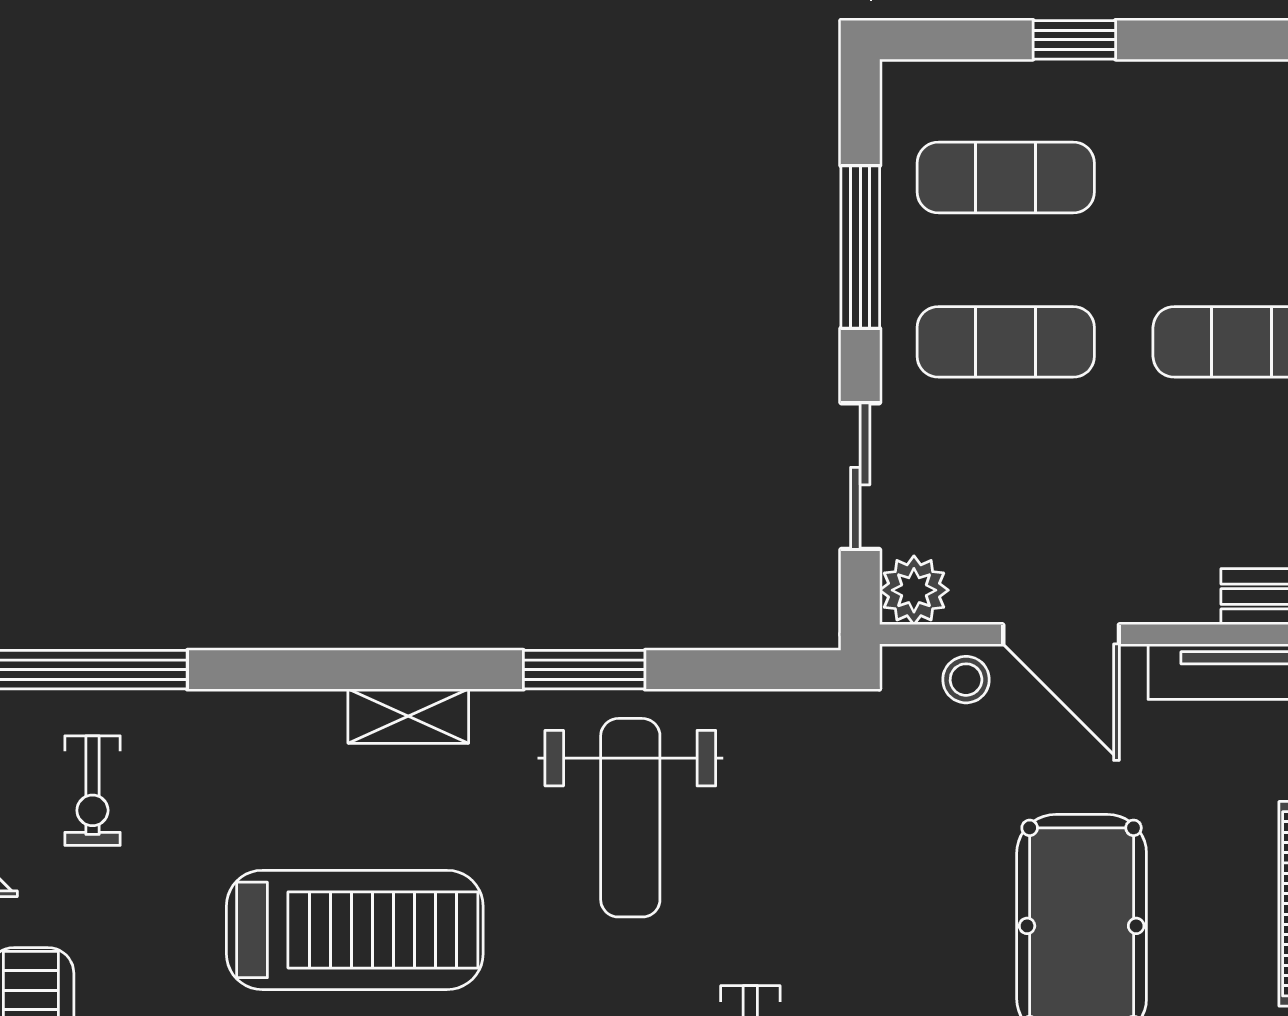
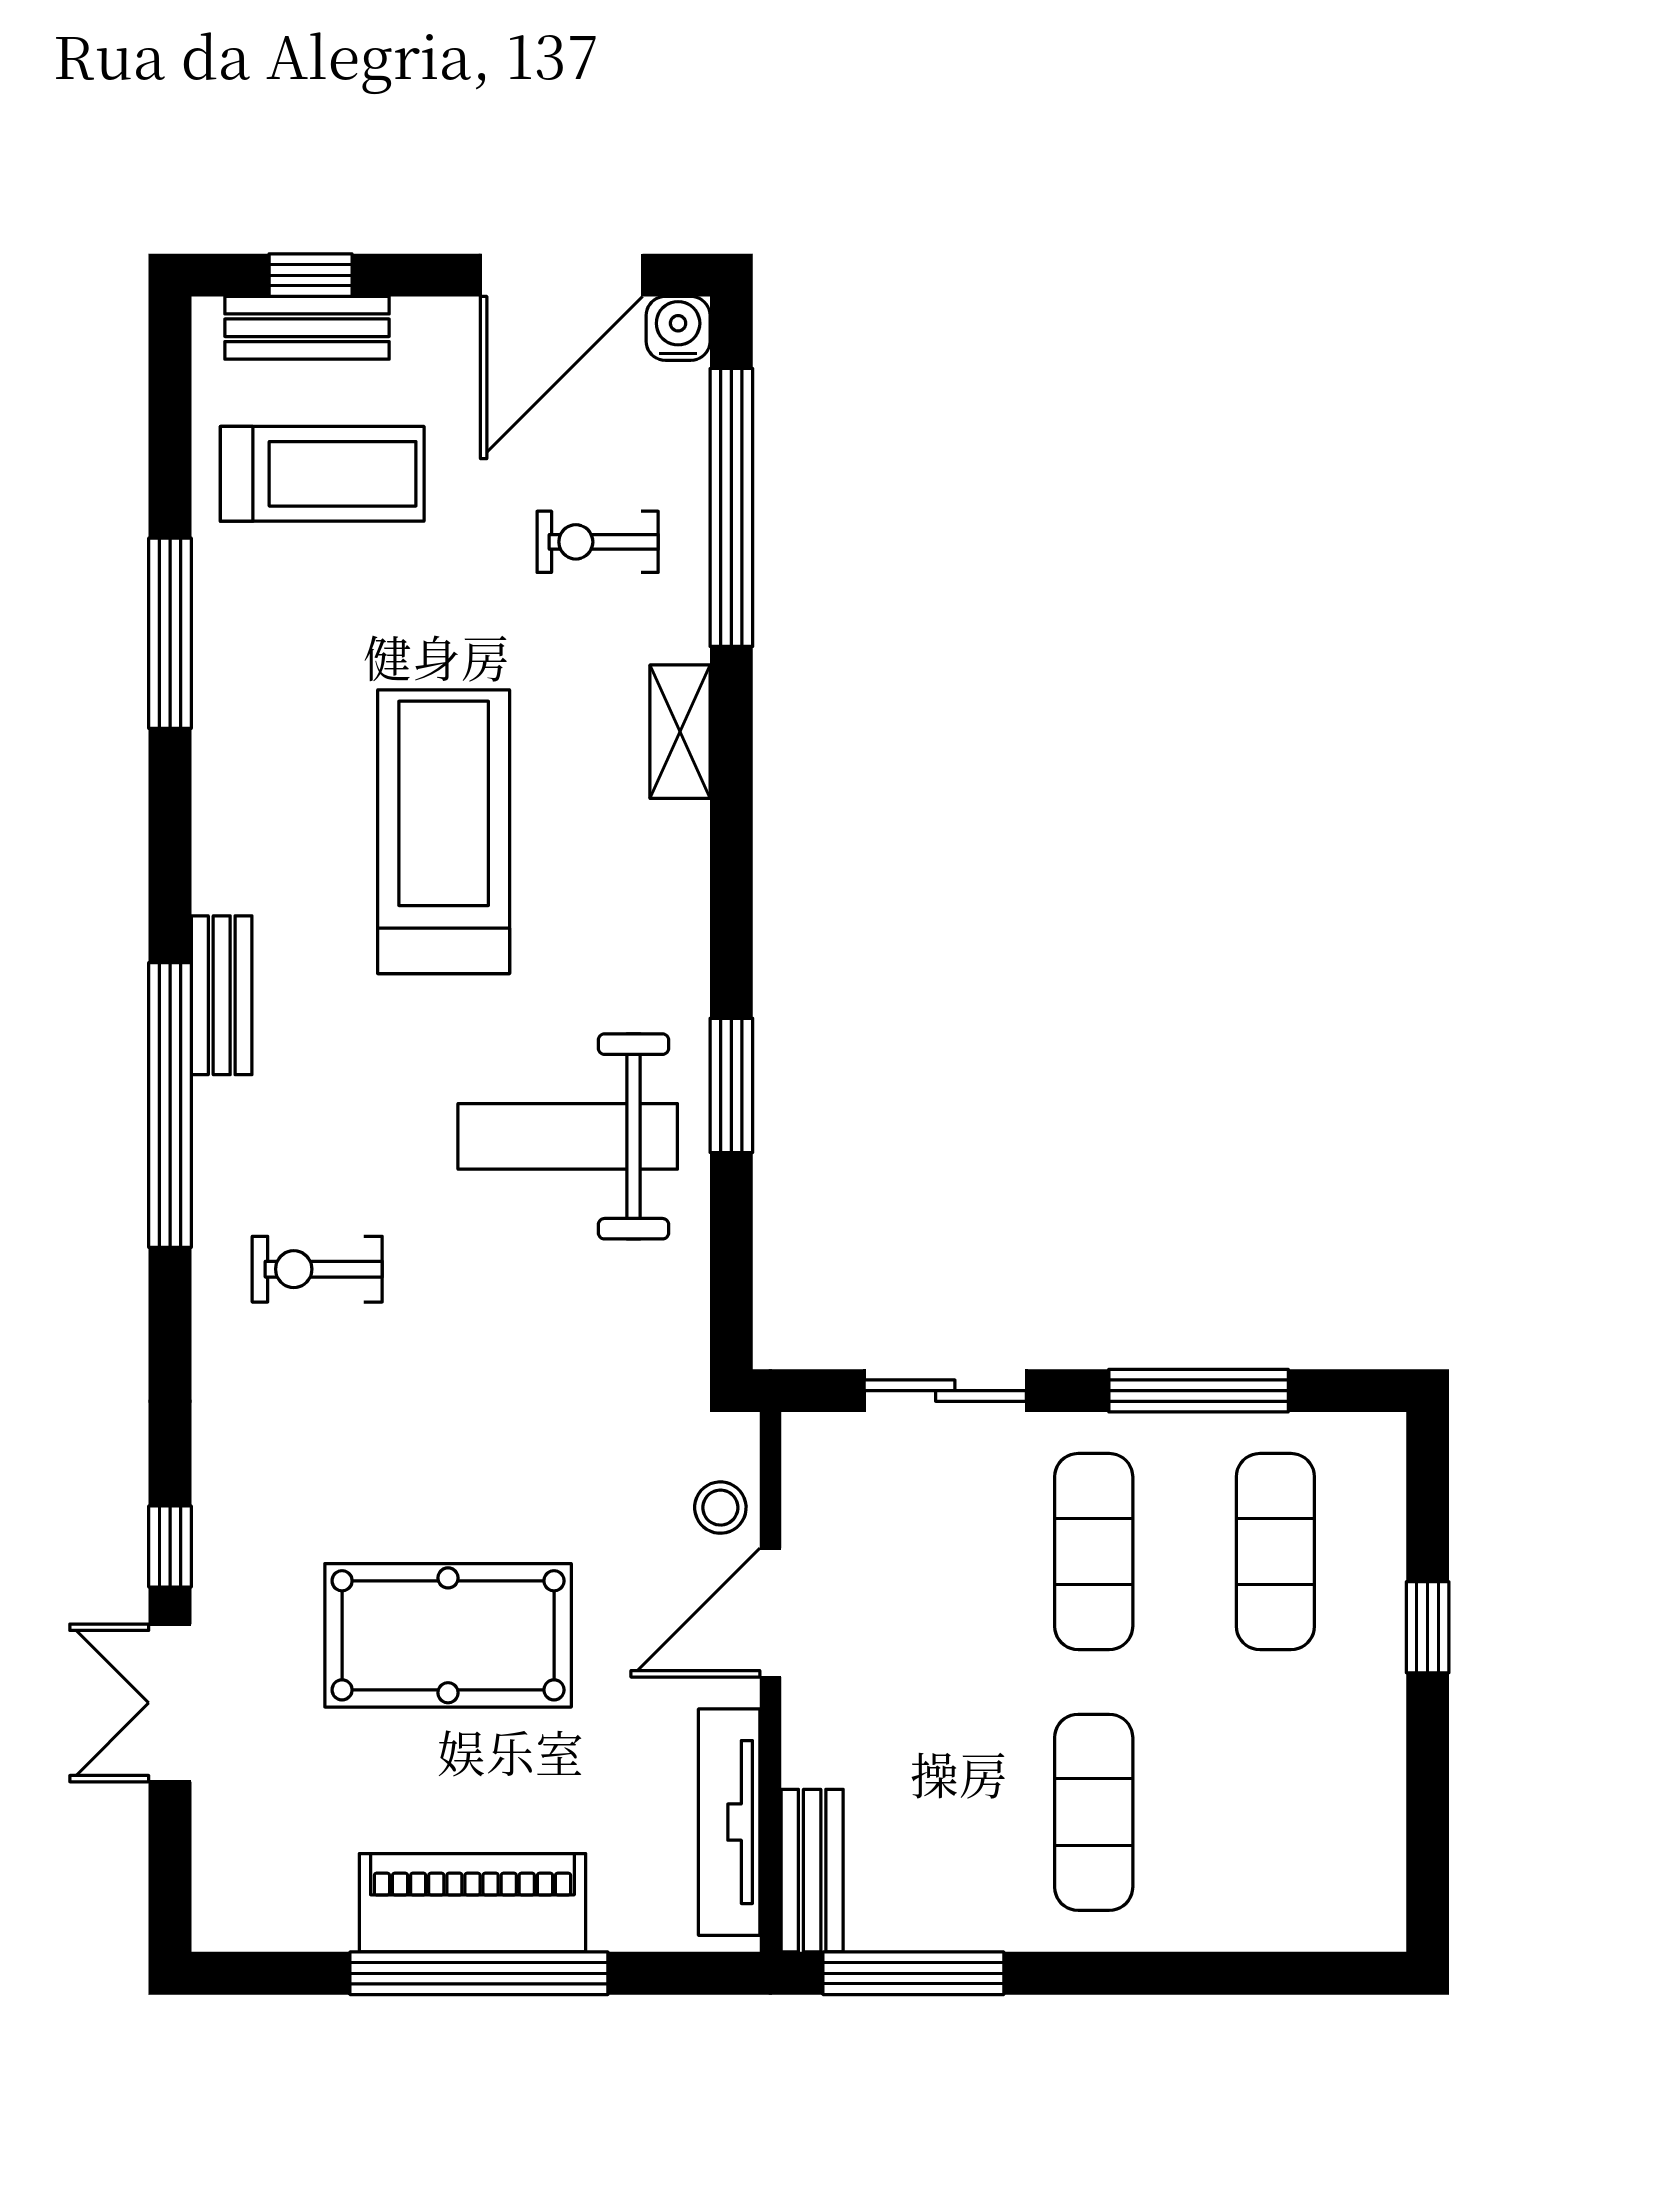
plant: (914, 590) -> (819, 1450), removed
shelving: (408, 716) -> (680, 732), moved
treadmill: (355, 930) -> (444, 832), turned 180

